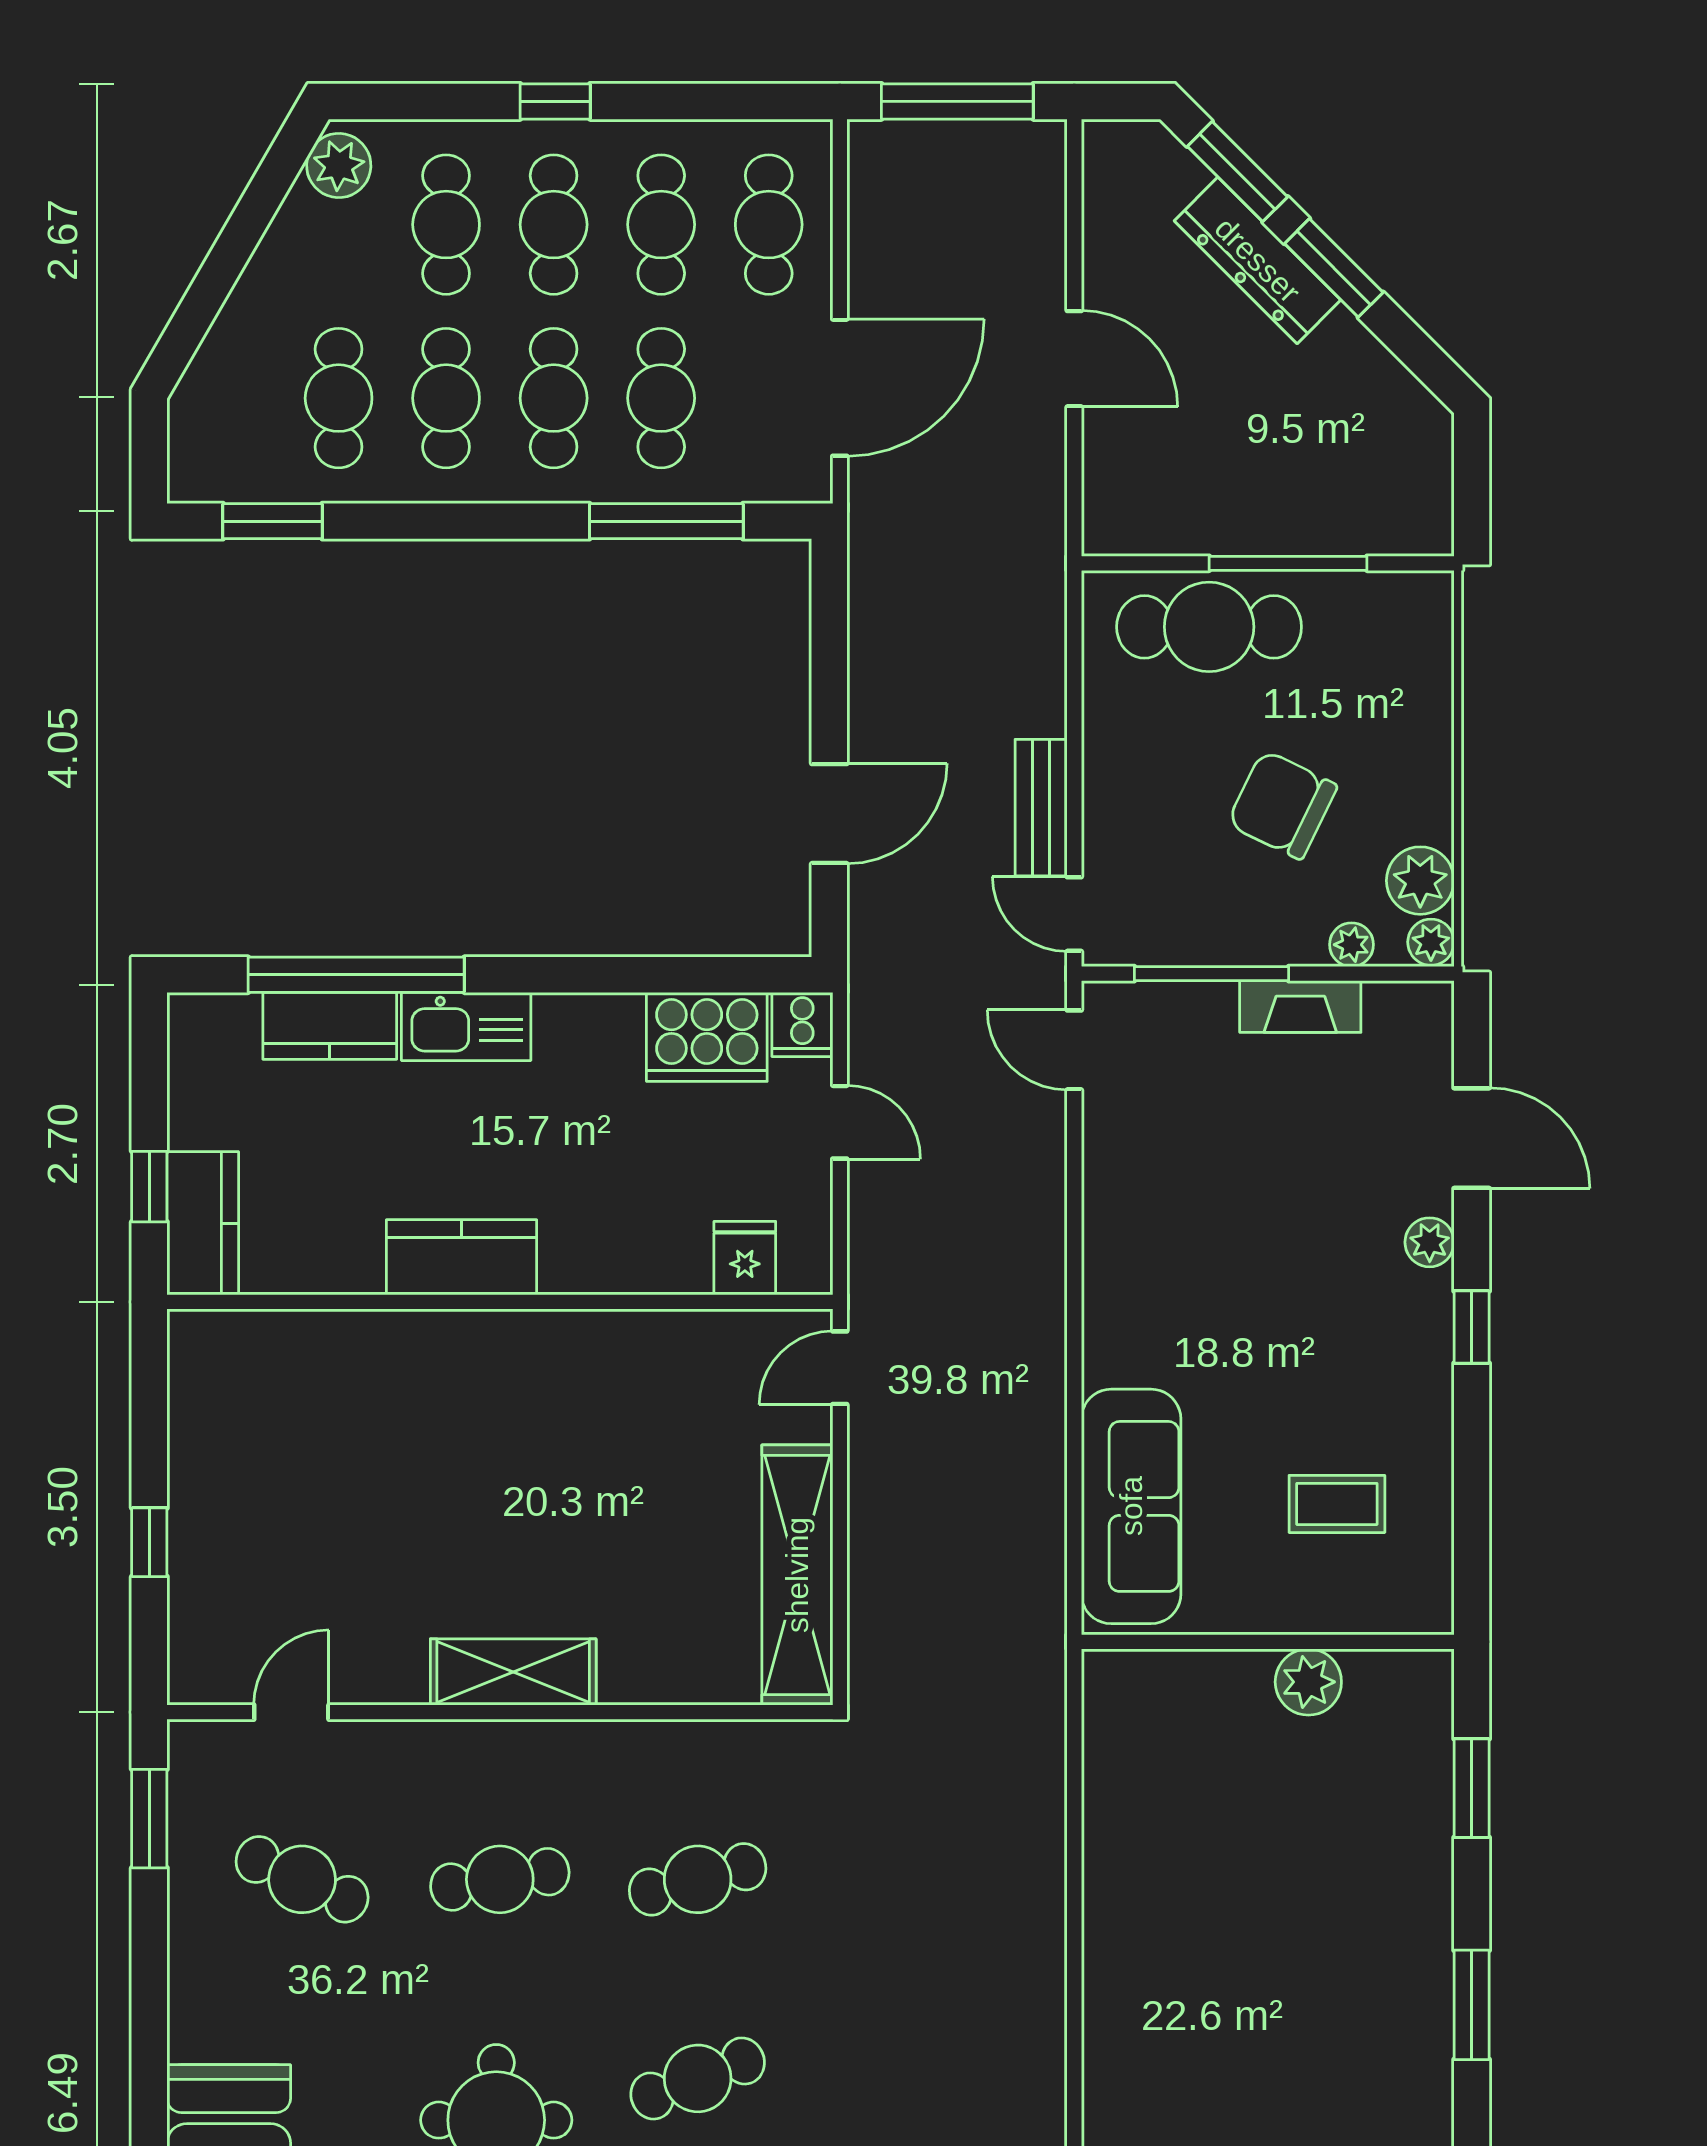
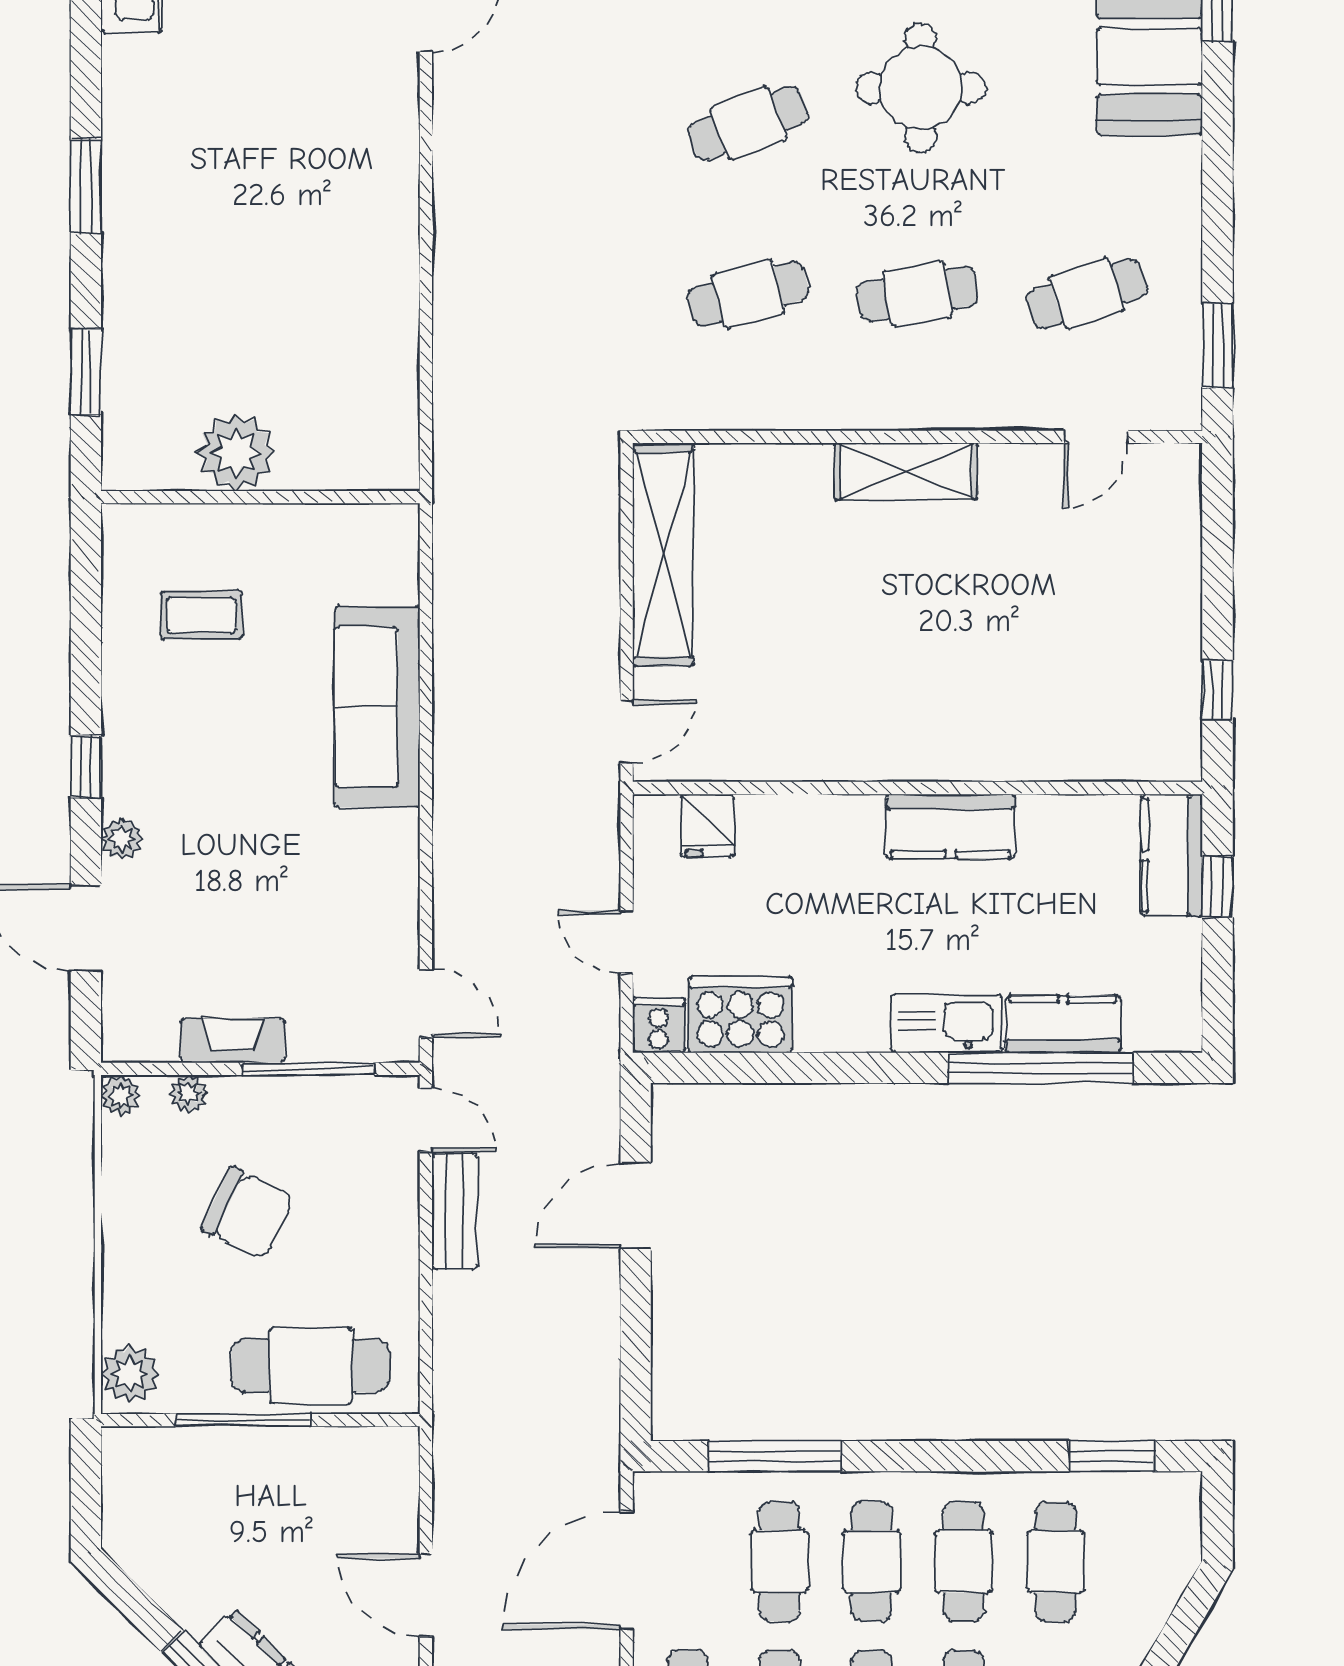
plant: (1420, 881) -> (130, 1374), moved
sofa: (1131, 1506) -> (377, 707), moved
window: (149, 1542) -> (1217, 690), moved
plant: (1308, 1682) -> (236, 452), width x1.36, depth x1.36
cafe table: (302, 1879) -> (1087, 294), turned -42

